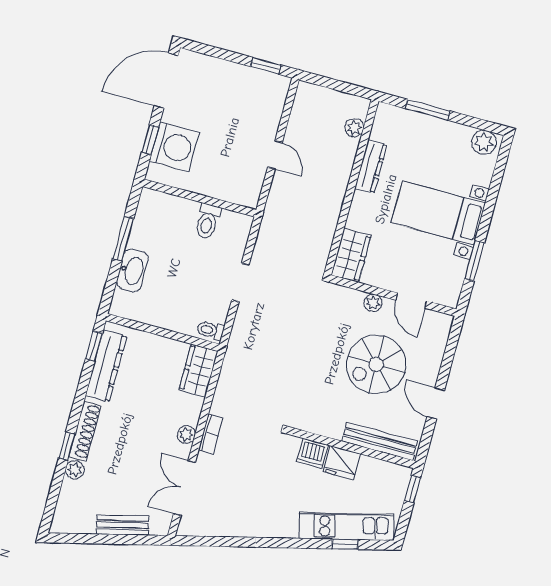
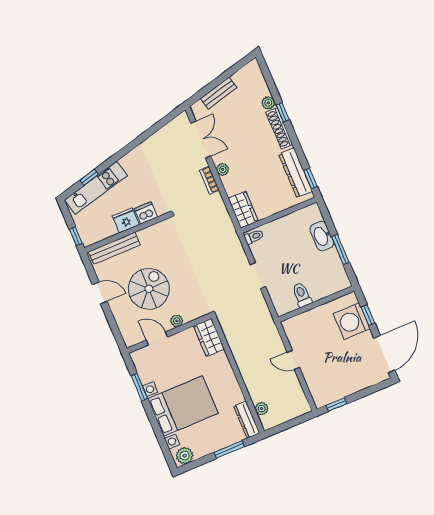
dresser: (371, 166) -> (247, 420), moved
bed with nightstands: (438, 213) -> (183, 406), width x1.36

